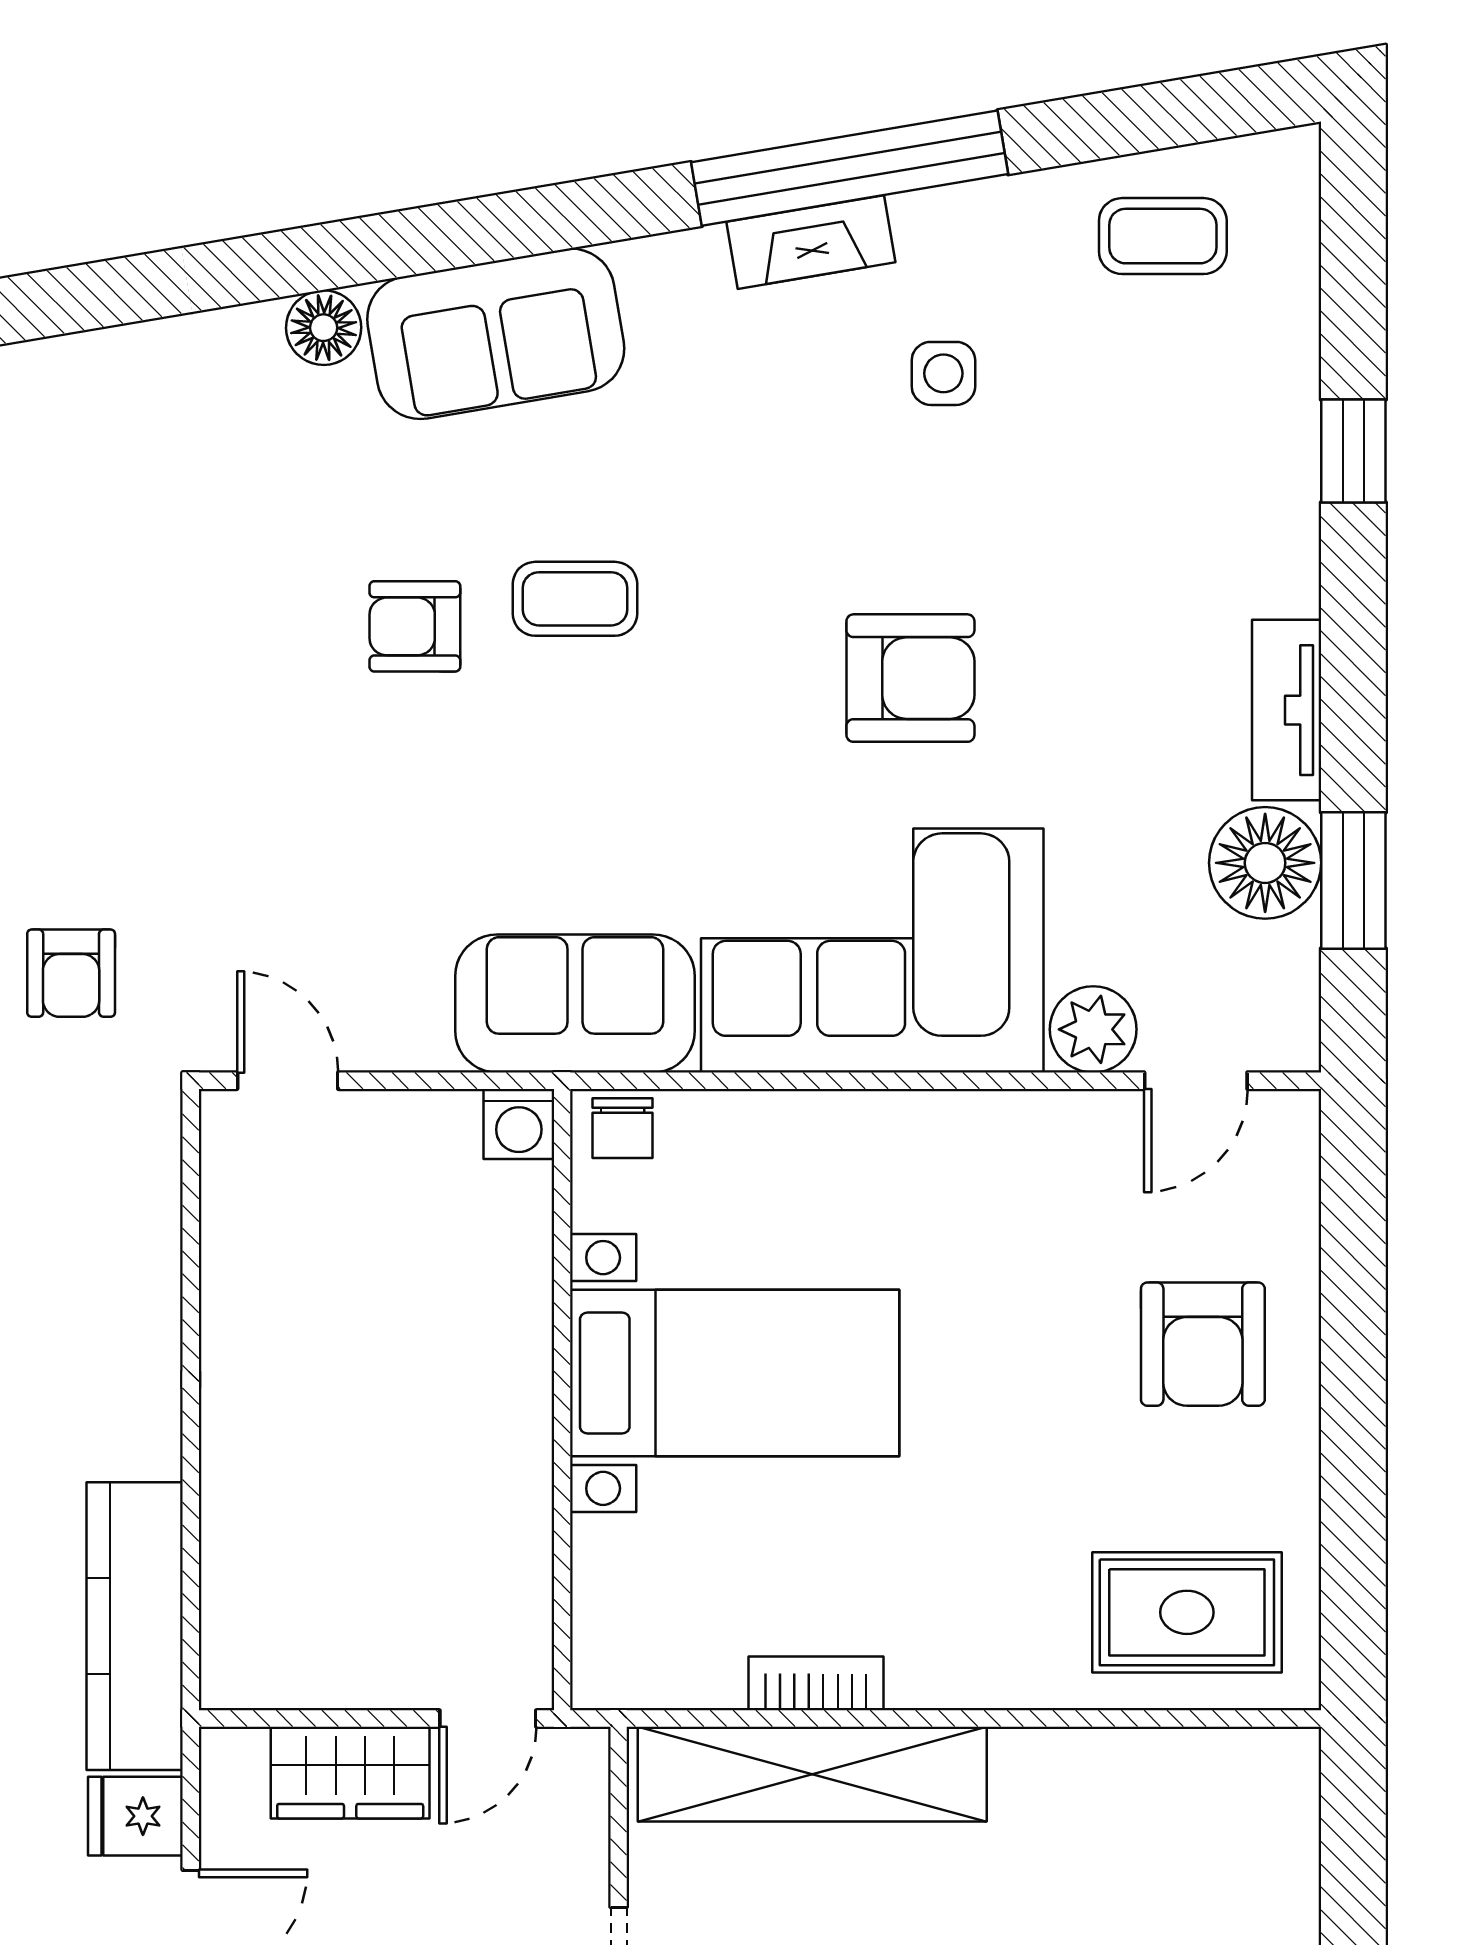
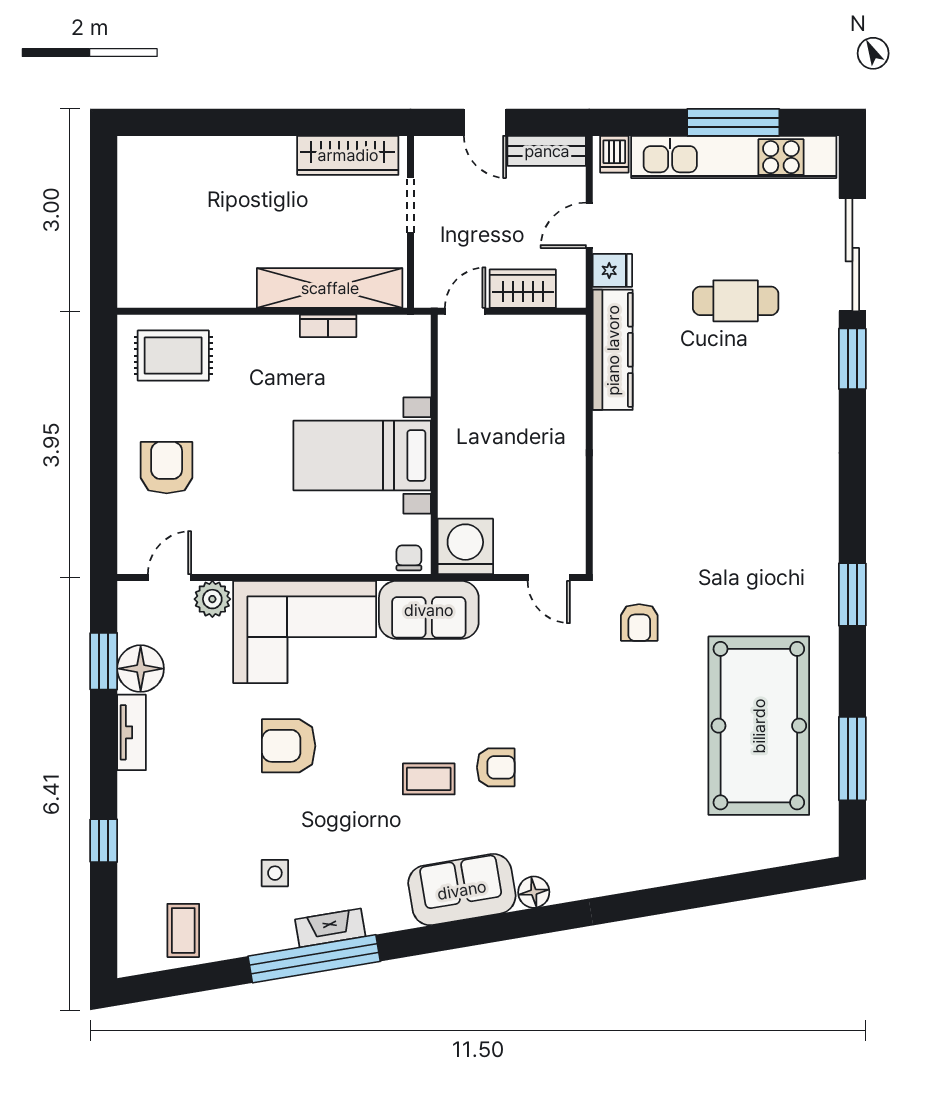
coffee table: (1163, 236) -> (183, 930), turned 90
armchair: (71, 973) -> (639, 623), turned 180
washing machine: (519, 1124) -> (465, 546), width x1.89, depth x1.89

